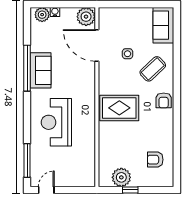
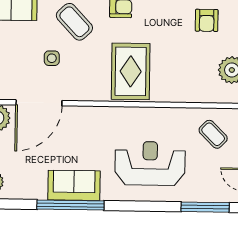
reception desk: (56, 122) -> (150, 163), turned 180
coffee table: (77, 165) -> (213, 134), added

